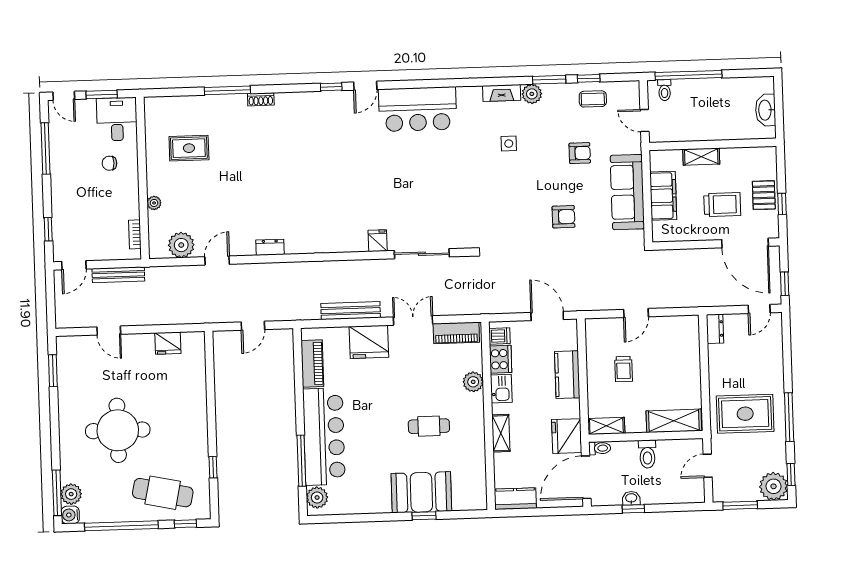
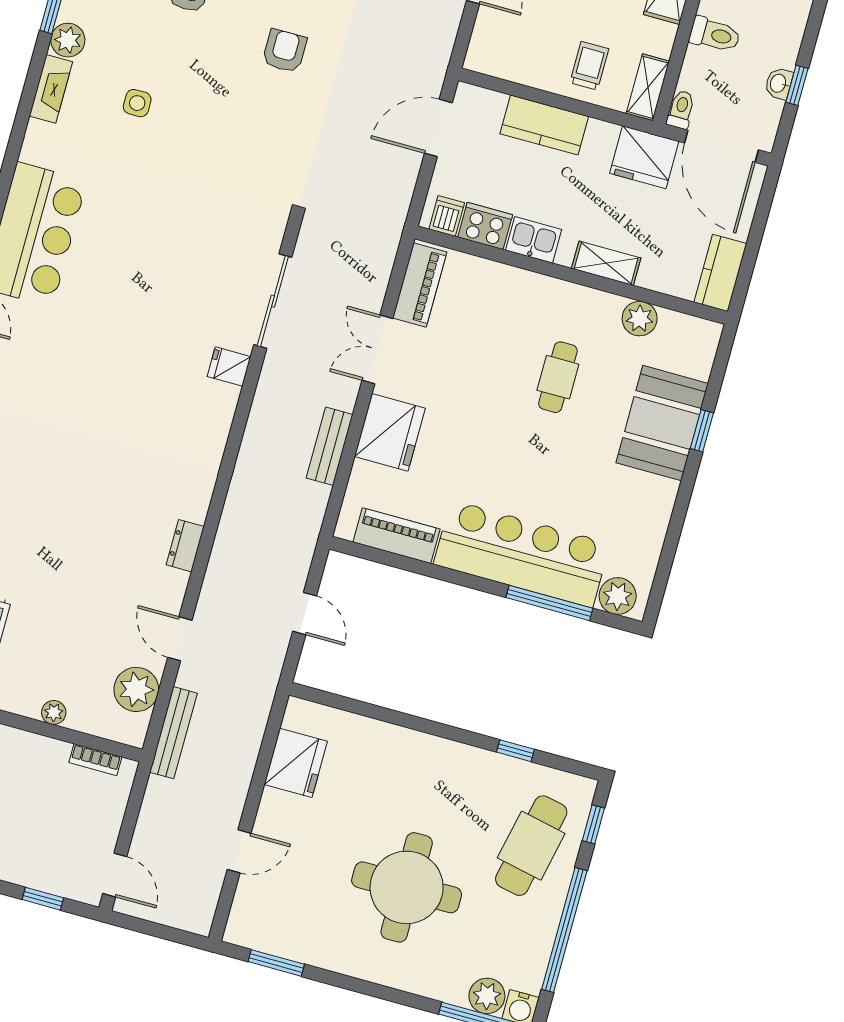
bench: (118, 275) -> (173, 733), moved
bench: (351, 311) -> (329, 446), width x0.73
fridge: (168, 343) -> (296, 763), width x1.36, depth x1.34
trolley: (623, 369) -> (589, 66), moved, turned -90
plant: (473, 382) -> (640, 319), moved

